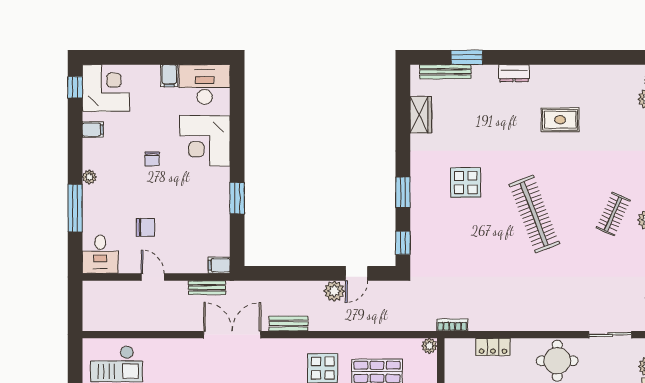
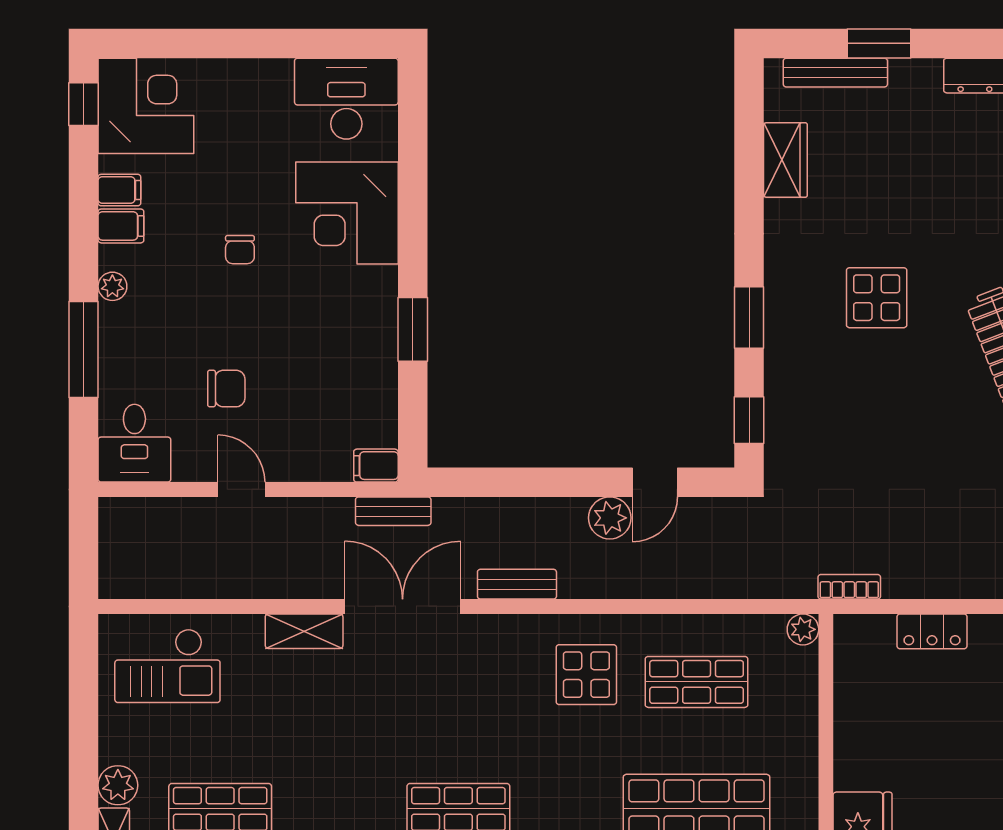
filing cabinet: (169, 76) -> (121, 226), moved, turned -90
bench: (207, 288) -> (393, 511), moved
shelving: (184, 347) -> (304, 631), added

